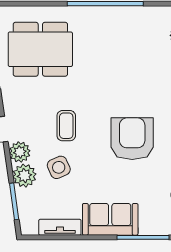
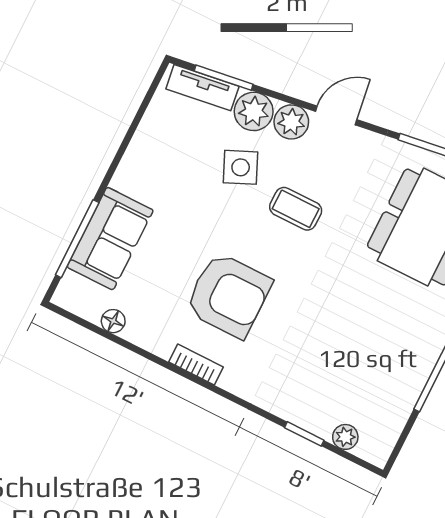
sofa: (110, 219) -> (110, 239), moved
tv unit: (60, 227) -> (202, 88), moved, turned 82

